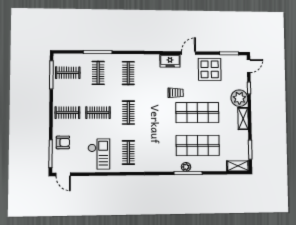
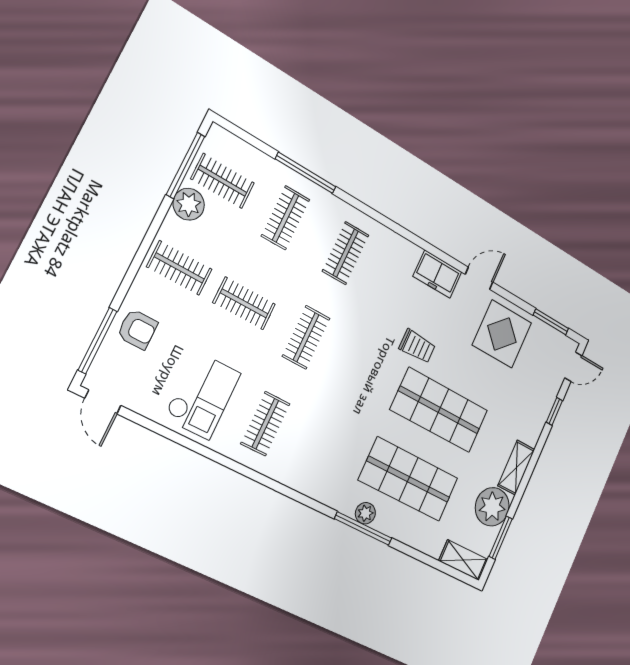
plant: (59, 88) -> (189, 204), added
plant: (239, 98) -> (492, 507), moved

